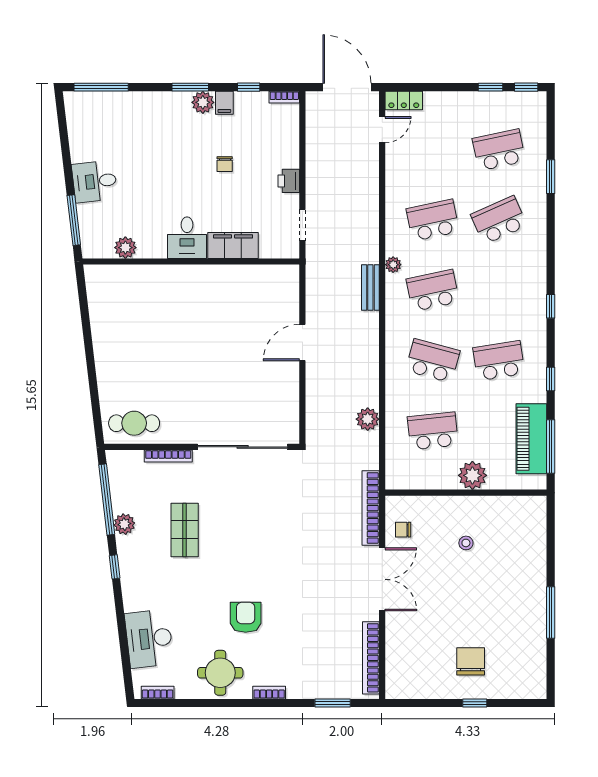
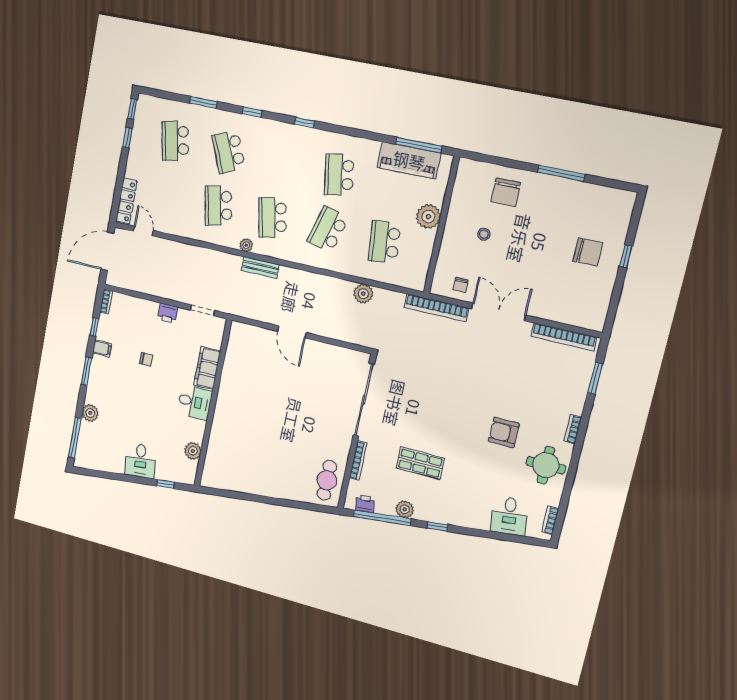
locker: (404, 101) -> (126, 201), width x1.53
plant: (203, 102) -> (90, 413), moved
window: (74, 220) -> (165, 484), width x0.46
window: (551, 379) -> (252, 112), moved
printer: (118, 475) -> (365, 504), added
chair: (518, 556) -> (506, 192), added
desk: (149, 639) -> (509, 516), width x0.73
chair: (471, 661) -> (588, 252), turned 180

